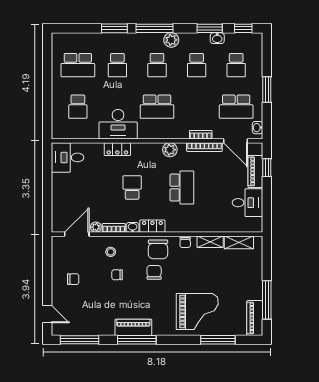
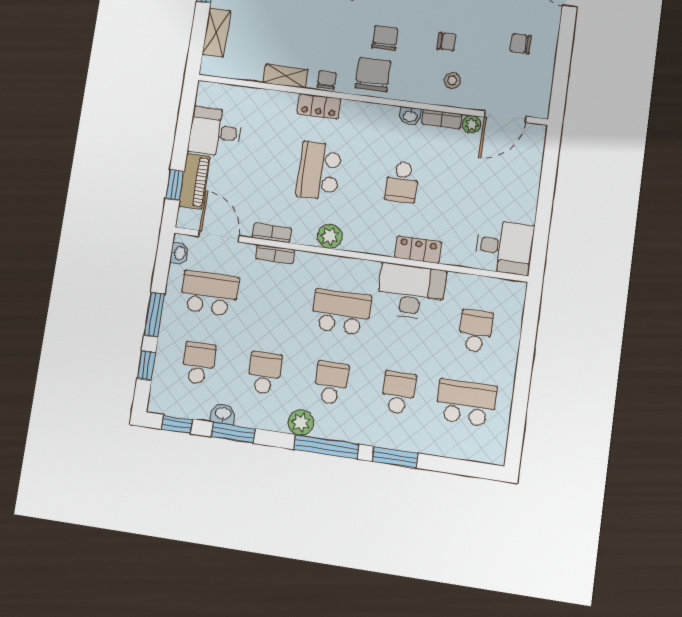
window: (267, 60) -> (146, 365), added
bookcase: (204, 147) -> (272, 233), width x0.64
locker: (152, 226) -> (319, 106), moved
shelving: (239, 242) -> (216, 33), moved, turned 90
chair: (154, 272) -> (385, 38), turned 180

